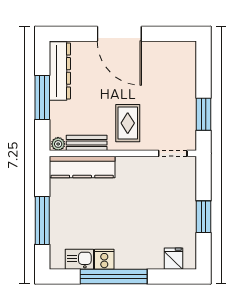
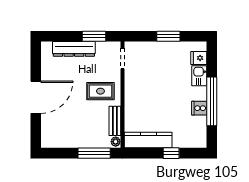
dresser: (60, 71) -> (74, 49), moved, turned 180
window: (42, 98) -> (94, 153), moved
kitchen counter: (82, 167) -> (148, 140), moved, turned -90
window: (42, 220) -> (171, 153), width x0.46
kitchen sink: (79, 259) -> (199, 76), moved

